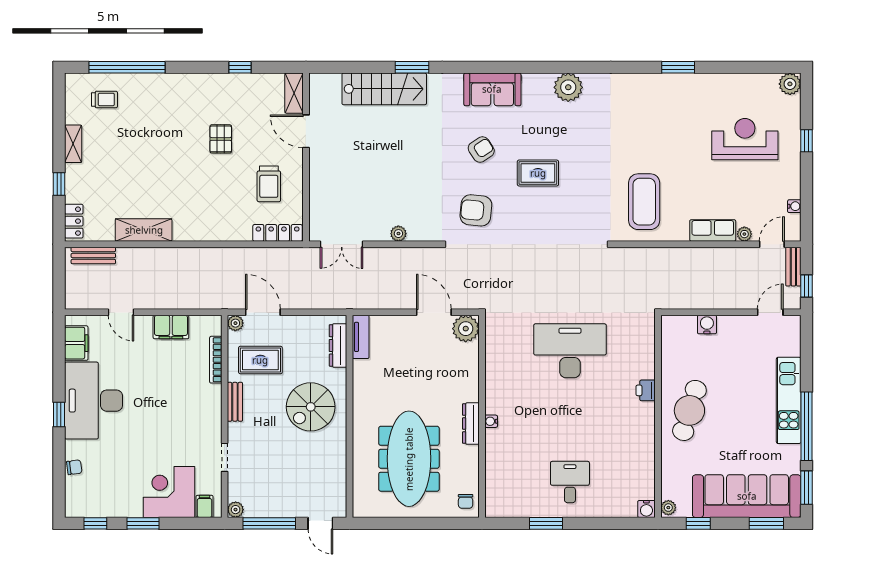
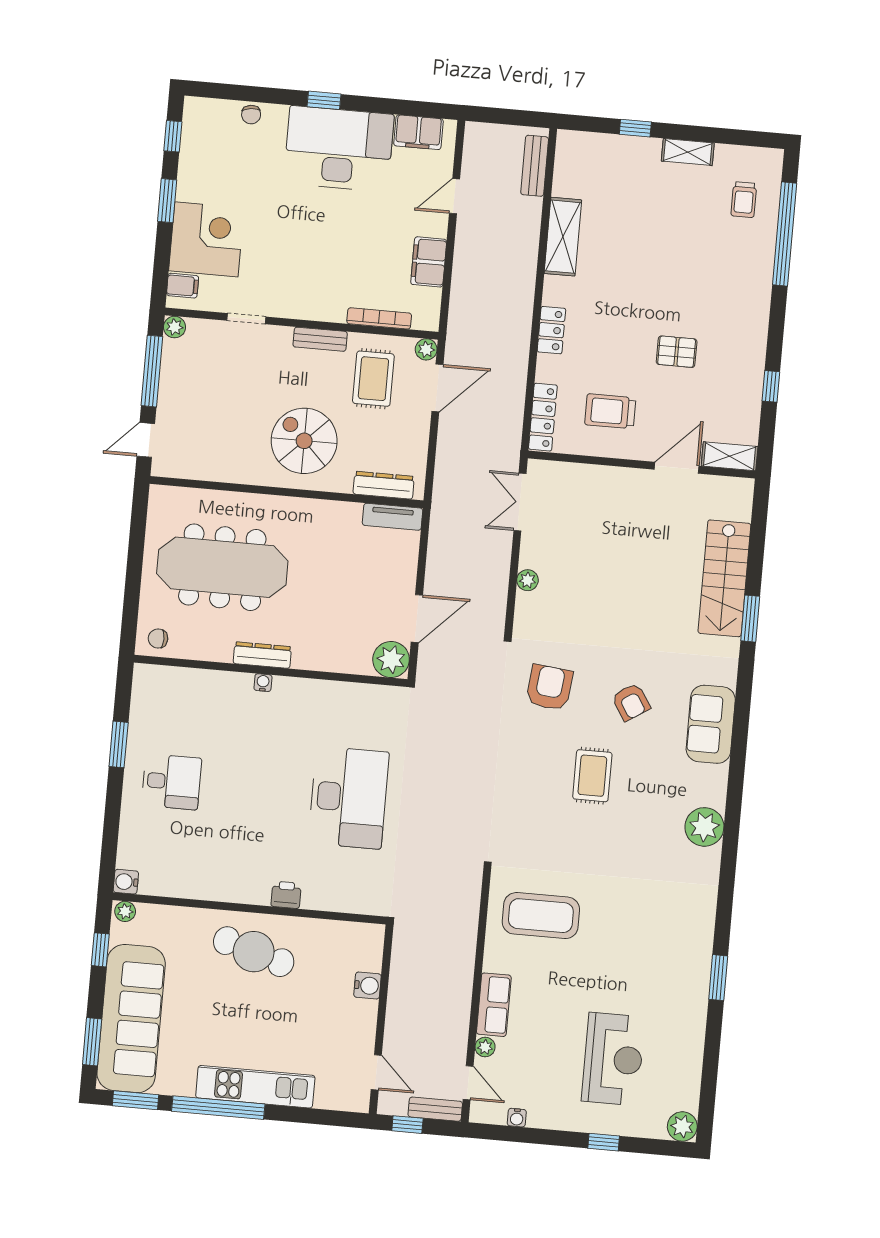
locker: (74, 221) -> (551, 330), moved, turned -90

